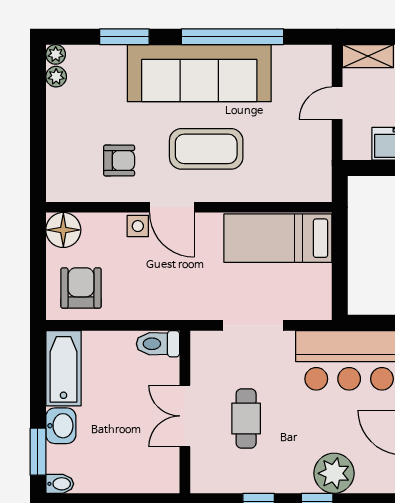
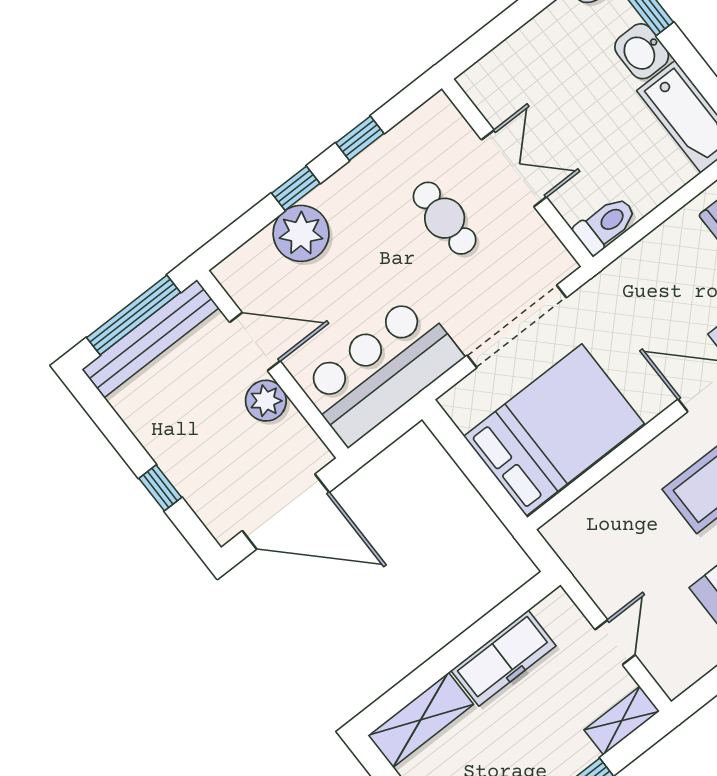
bed: (278, 238) -> (554, 430), width x1.50
doorway: (253, 325) -> (517, 326), width x1.36

